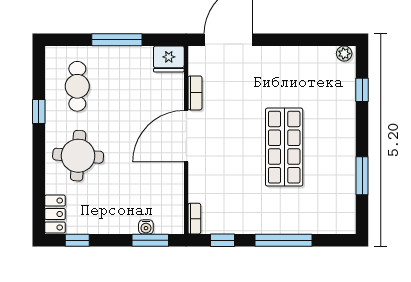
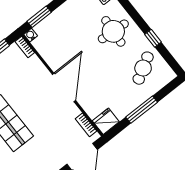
cafe table: (77, 86) -> (143, 68), turned 60
bookcase: (195, 93) -> (86, 125), moved
water cooler: (146, 227) -> (31, 35), moved

